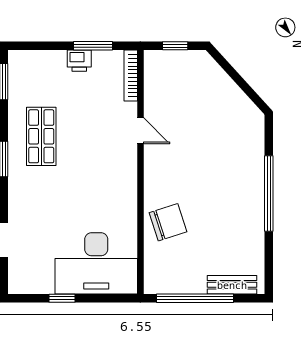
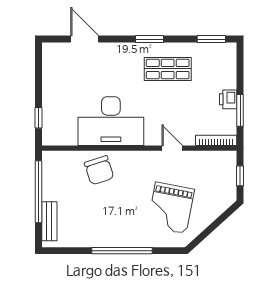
door: (140, 131) -> (172, 148), swing flipped
grand piano: (215, 132) -> (171, 208), added
desk: (96, 263) -> (111, 121), moved, turned -90
window: (62, 298) -> (38, 118), moved

